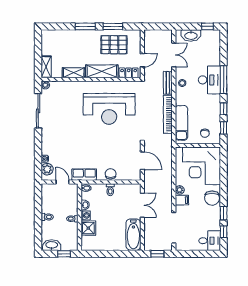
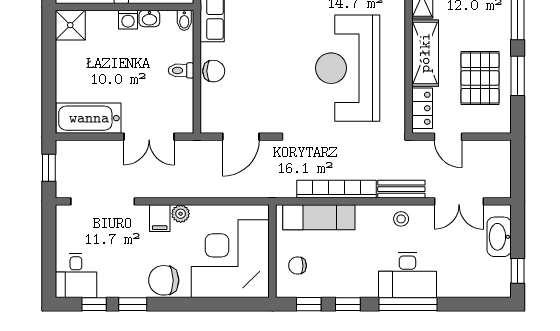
shower: (88, 228) -> (70, 25), moved

